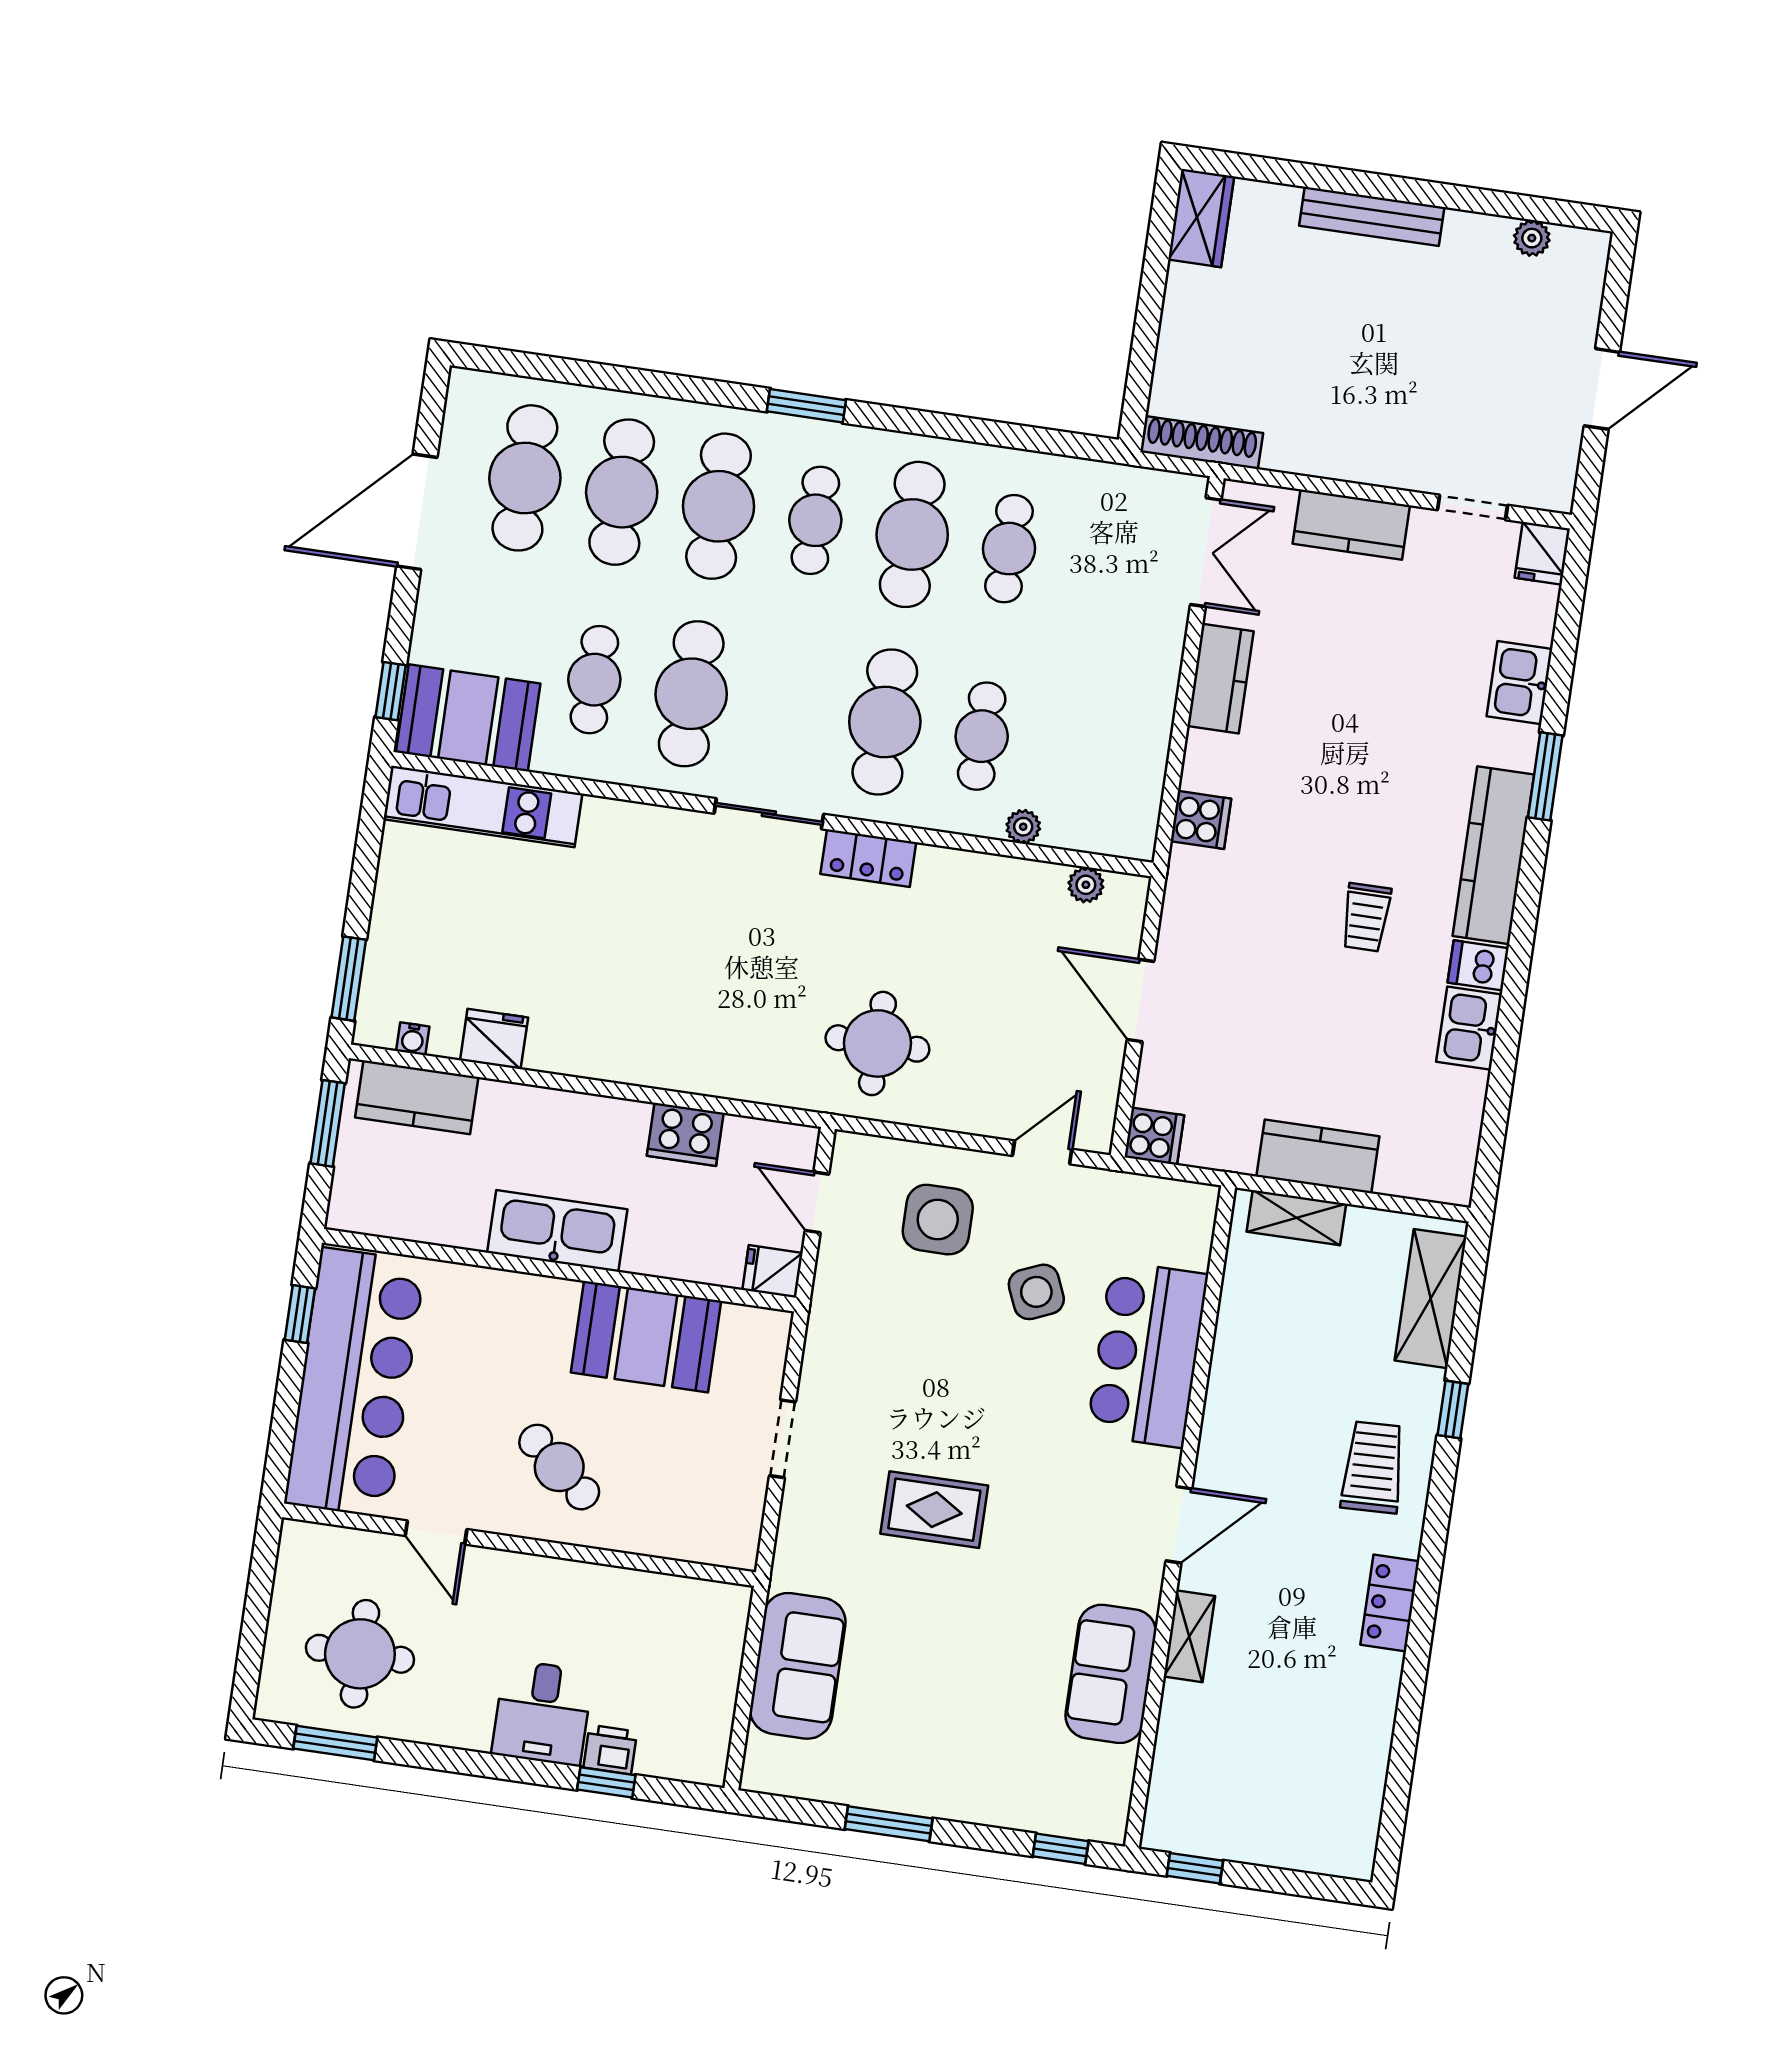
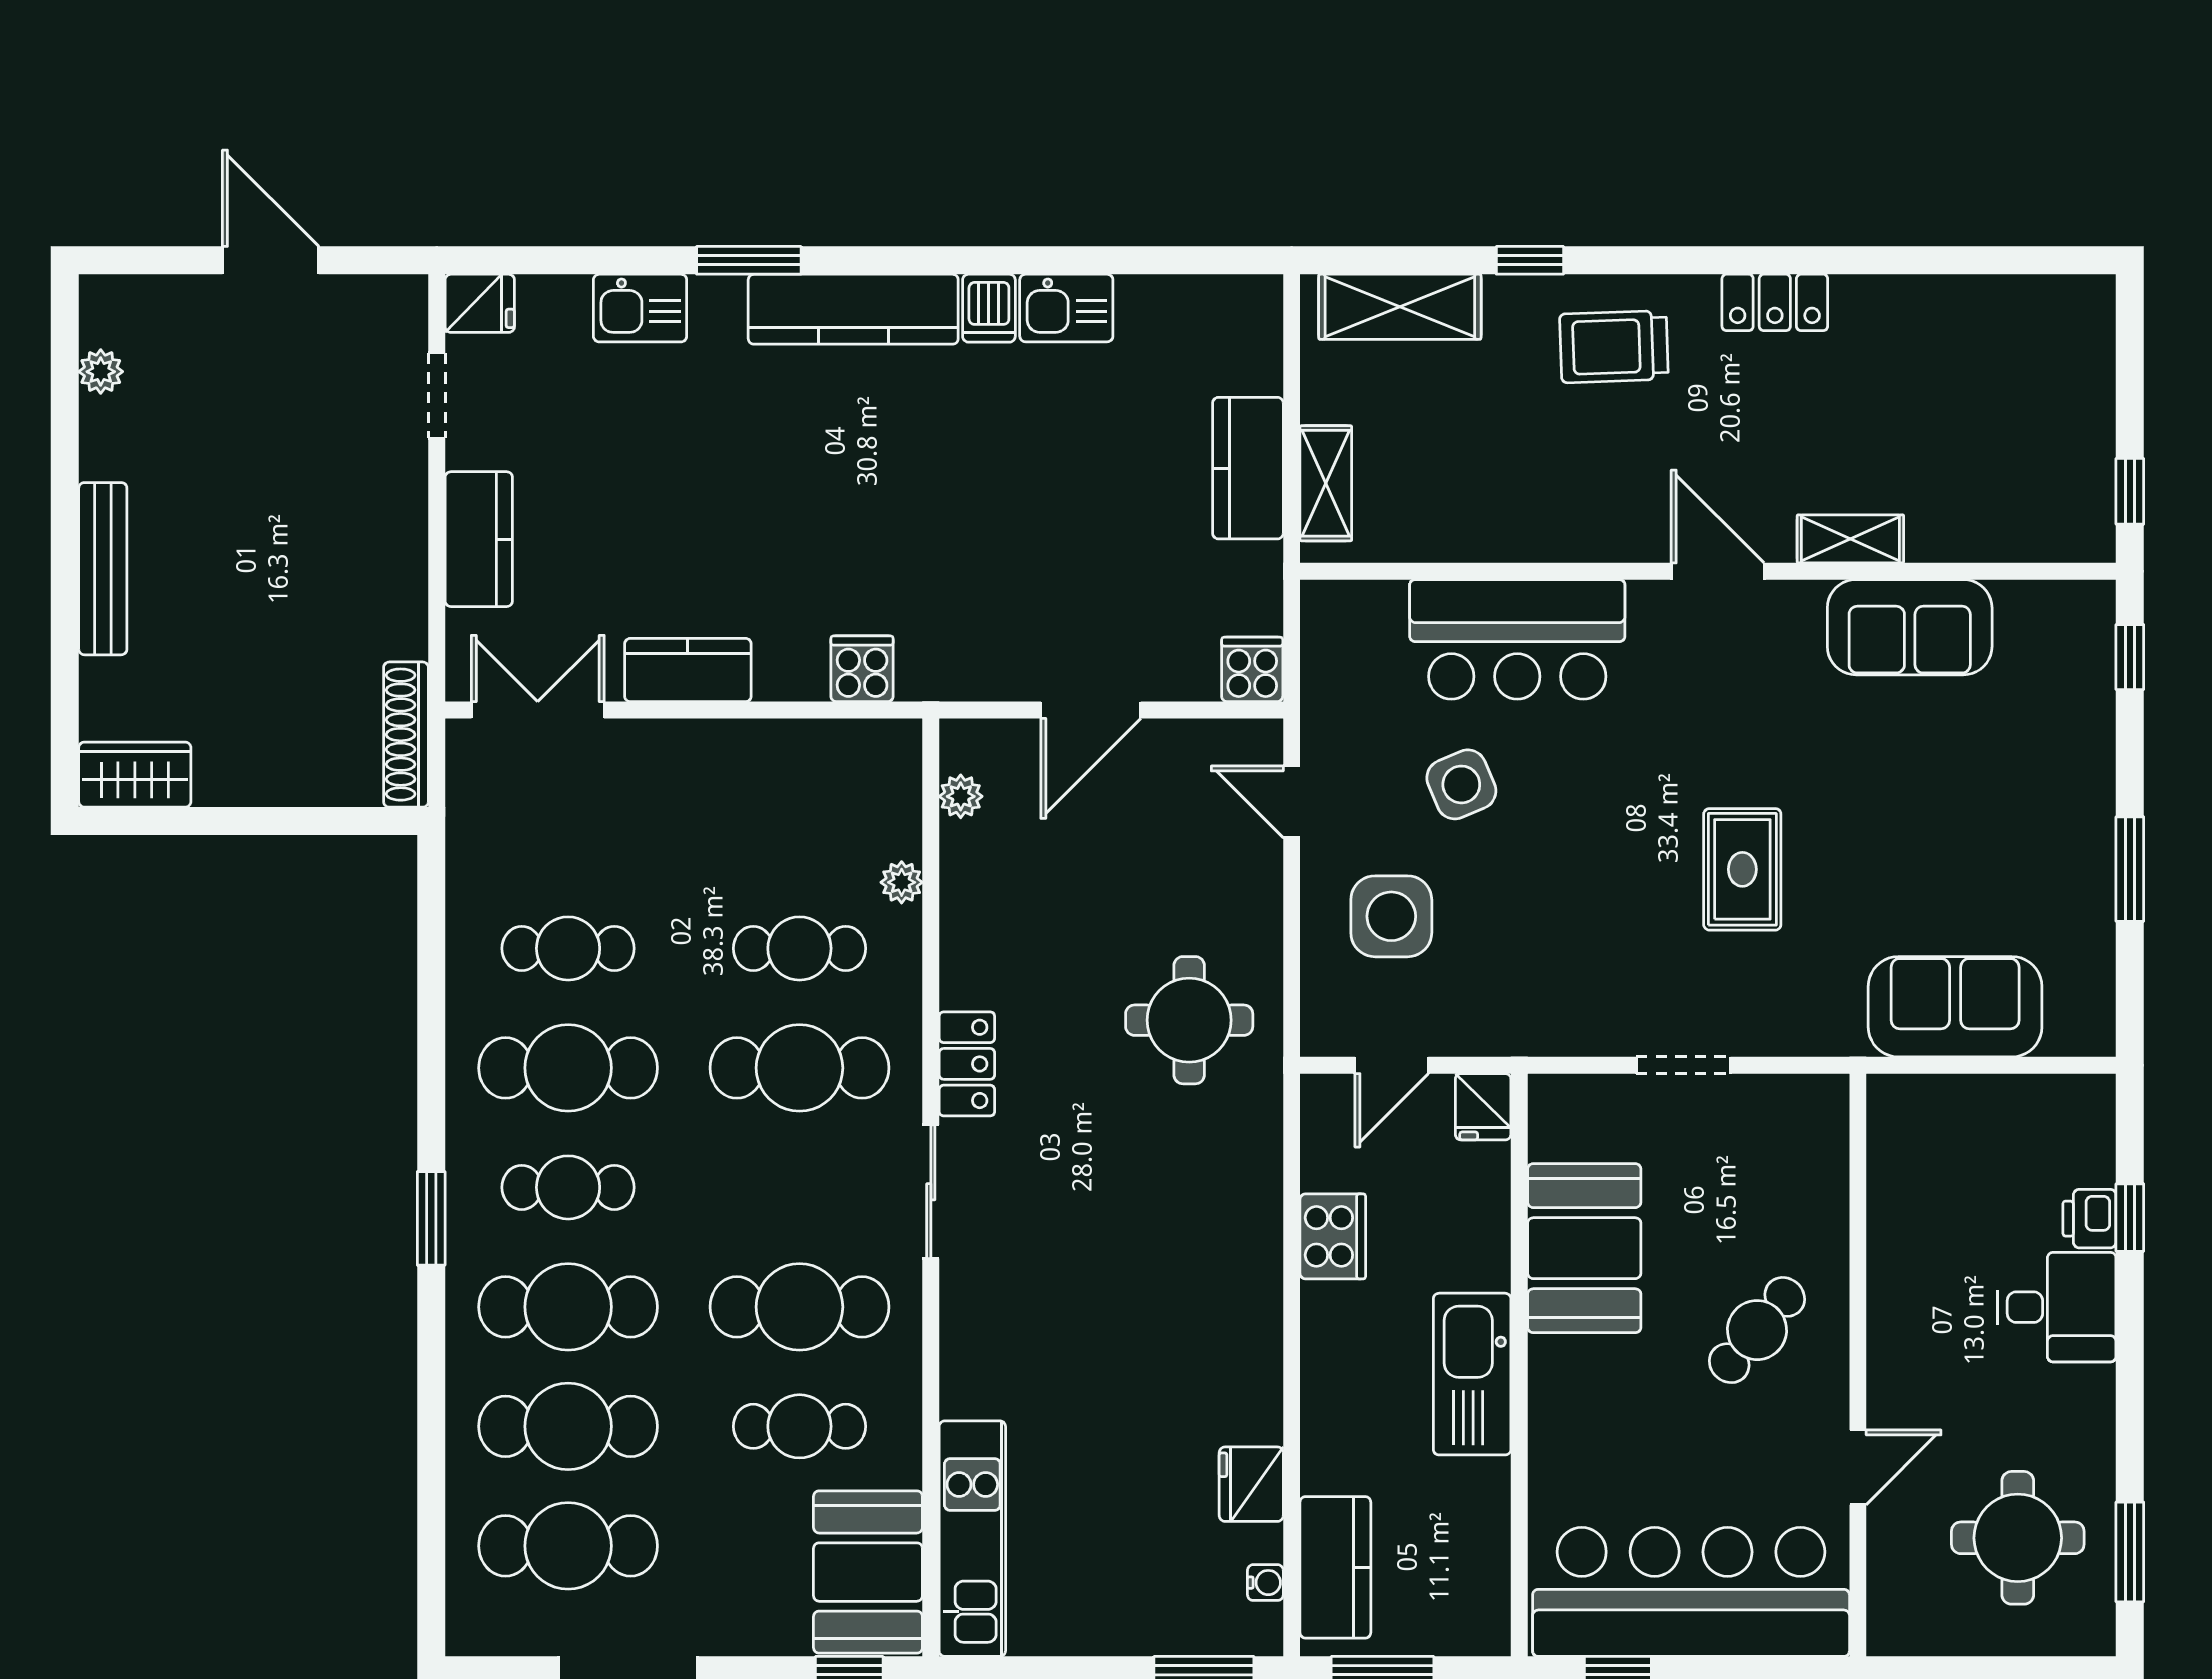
trolley: (1366, 917) -> (951, 452), removed

